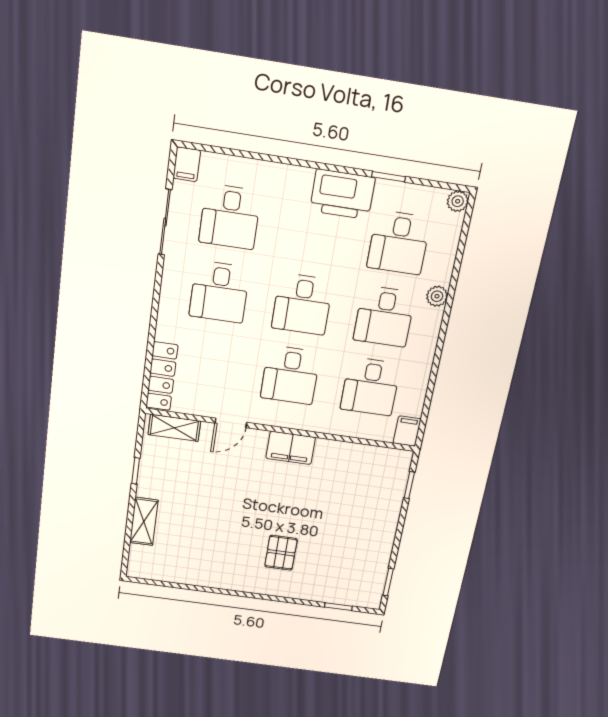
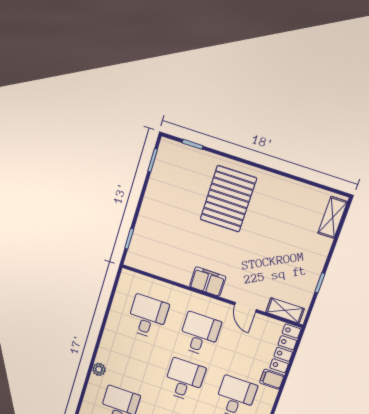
desk: (384, 316) -> (133, 362), removed
door: (231, 423) -> (245, 307), swing flipped
filing cabinet: (407, 431) -> (272, 379), moved, turned 90
shelving: (144, 521) -> (333, 217), moved
pallet: (281, 553) -> (228, 199), width x2.05, depth x2.00

